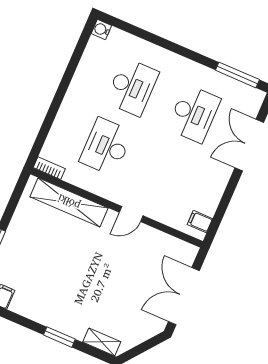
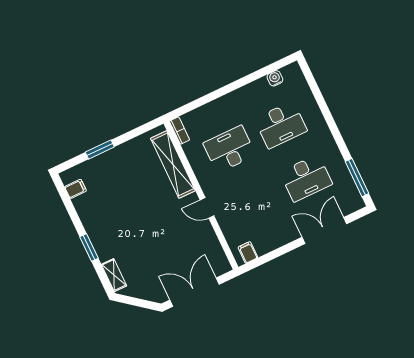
water cooler: (101, 29) -> (275, 78), moved

